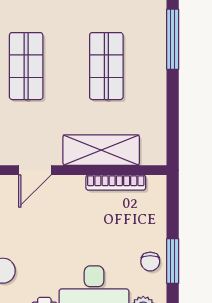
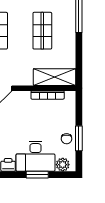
shelving: (101, 150) -> (55, 77), moved

